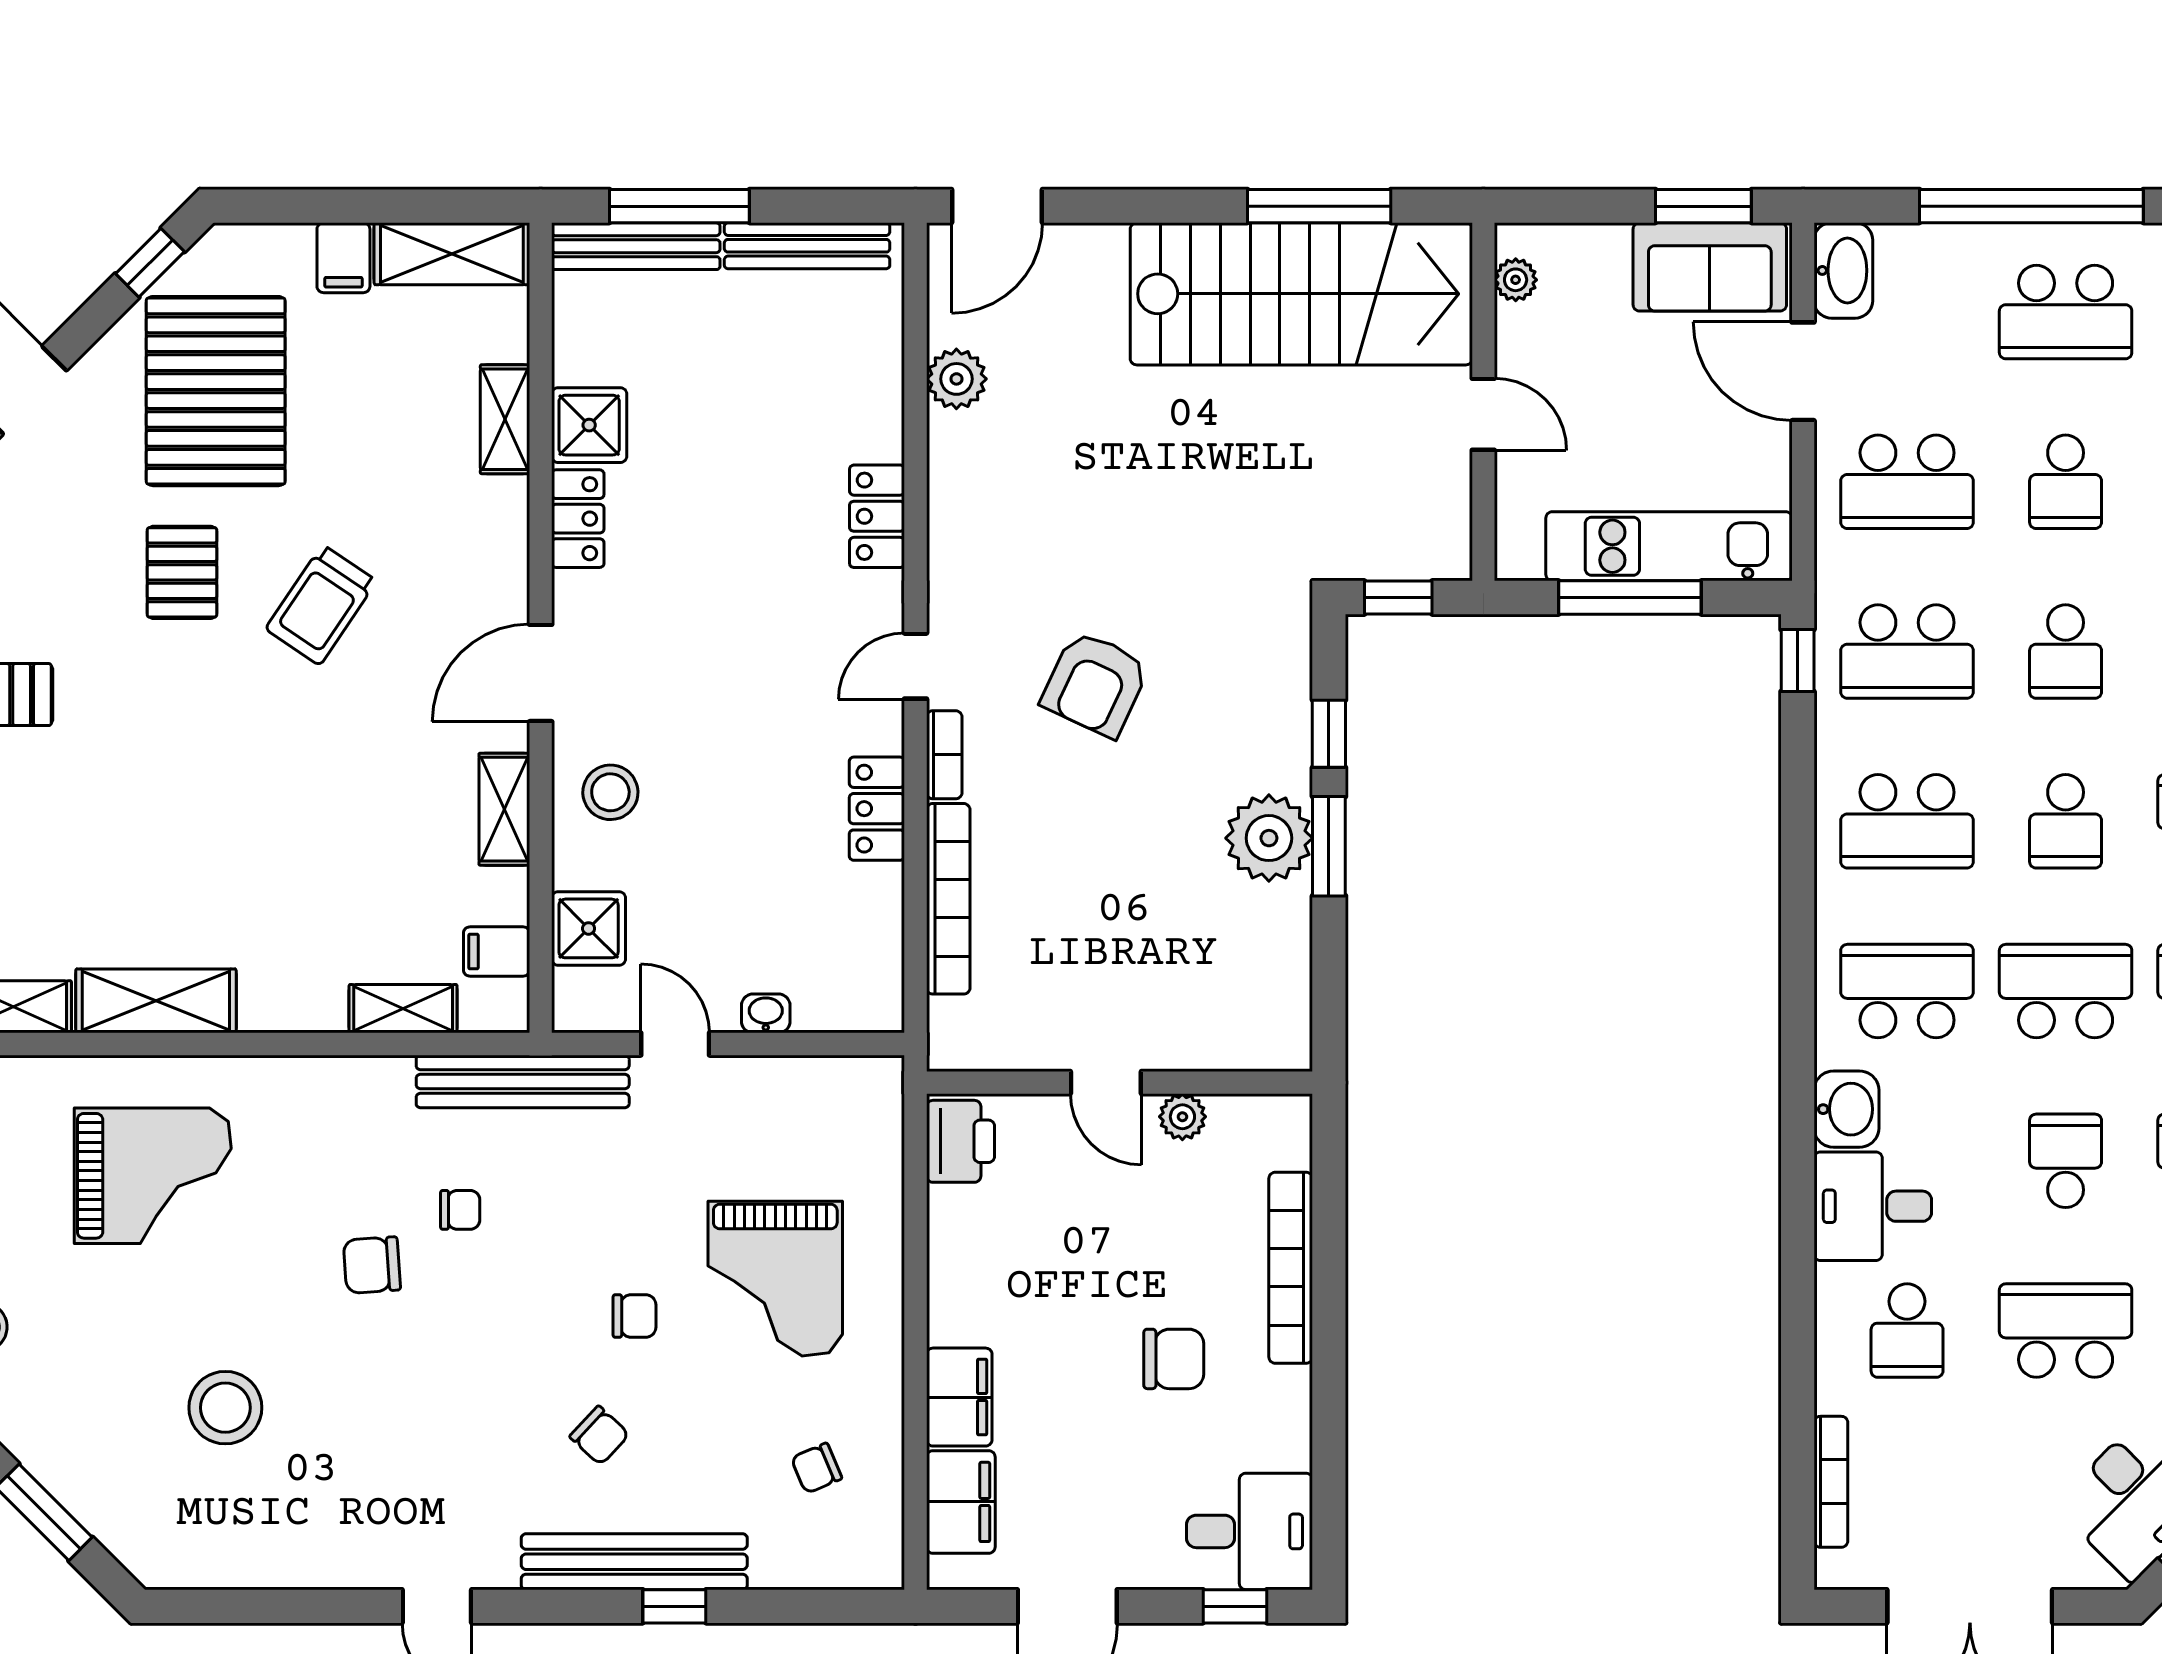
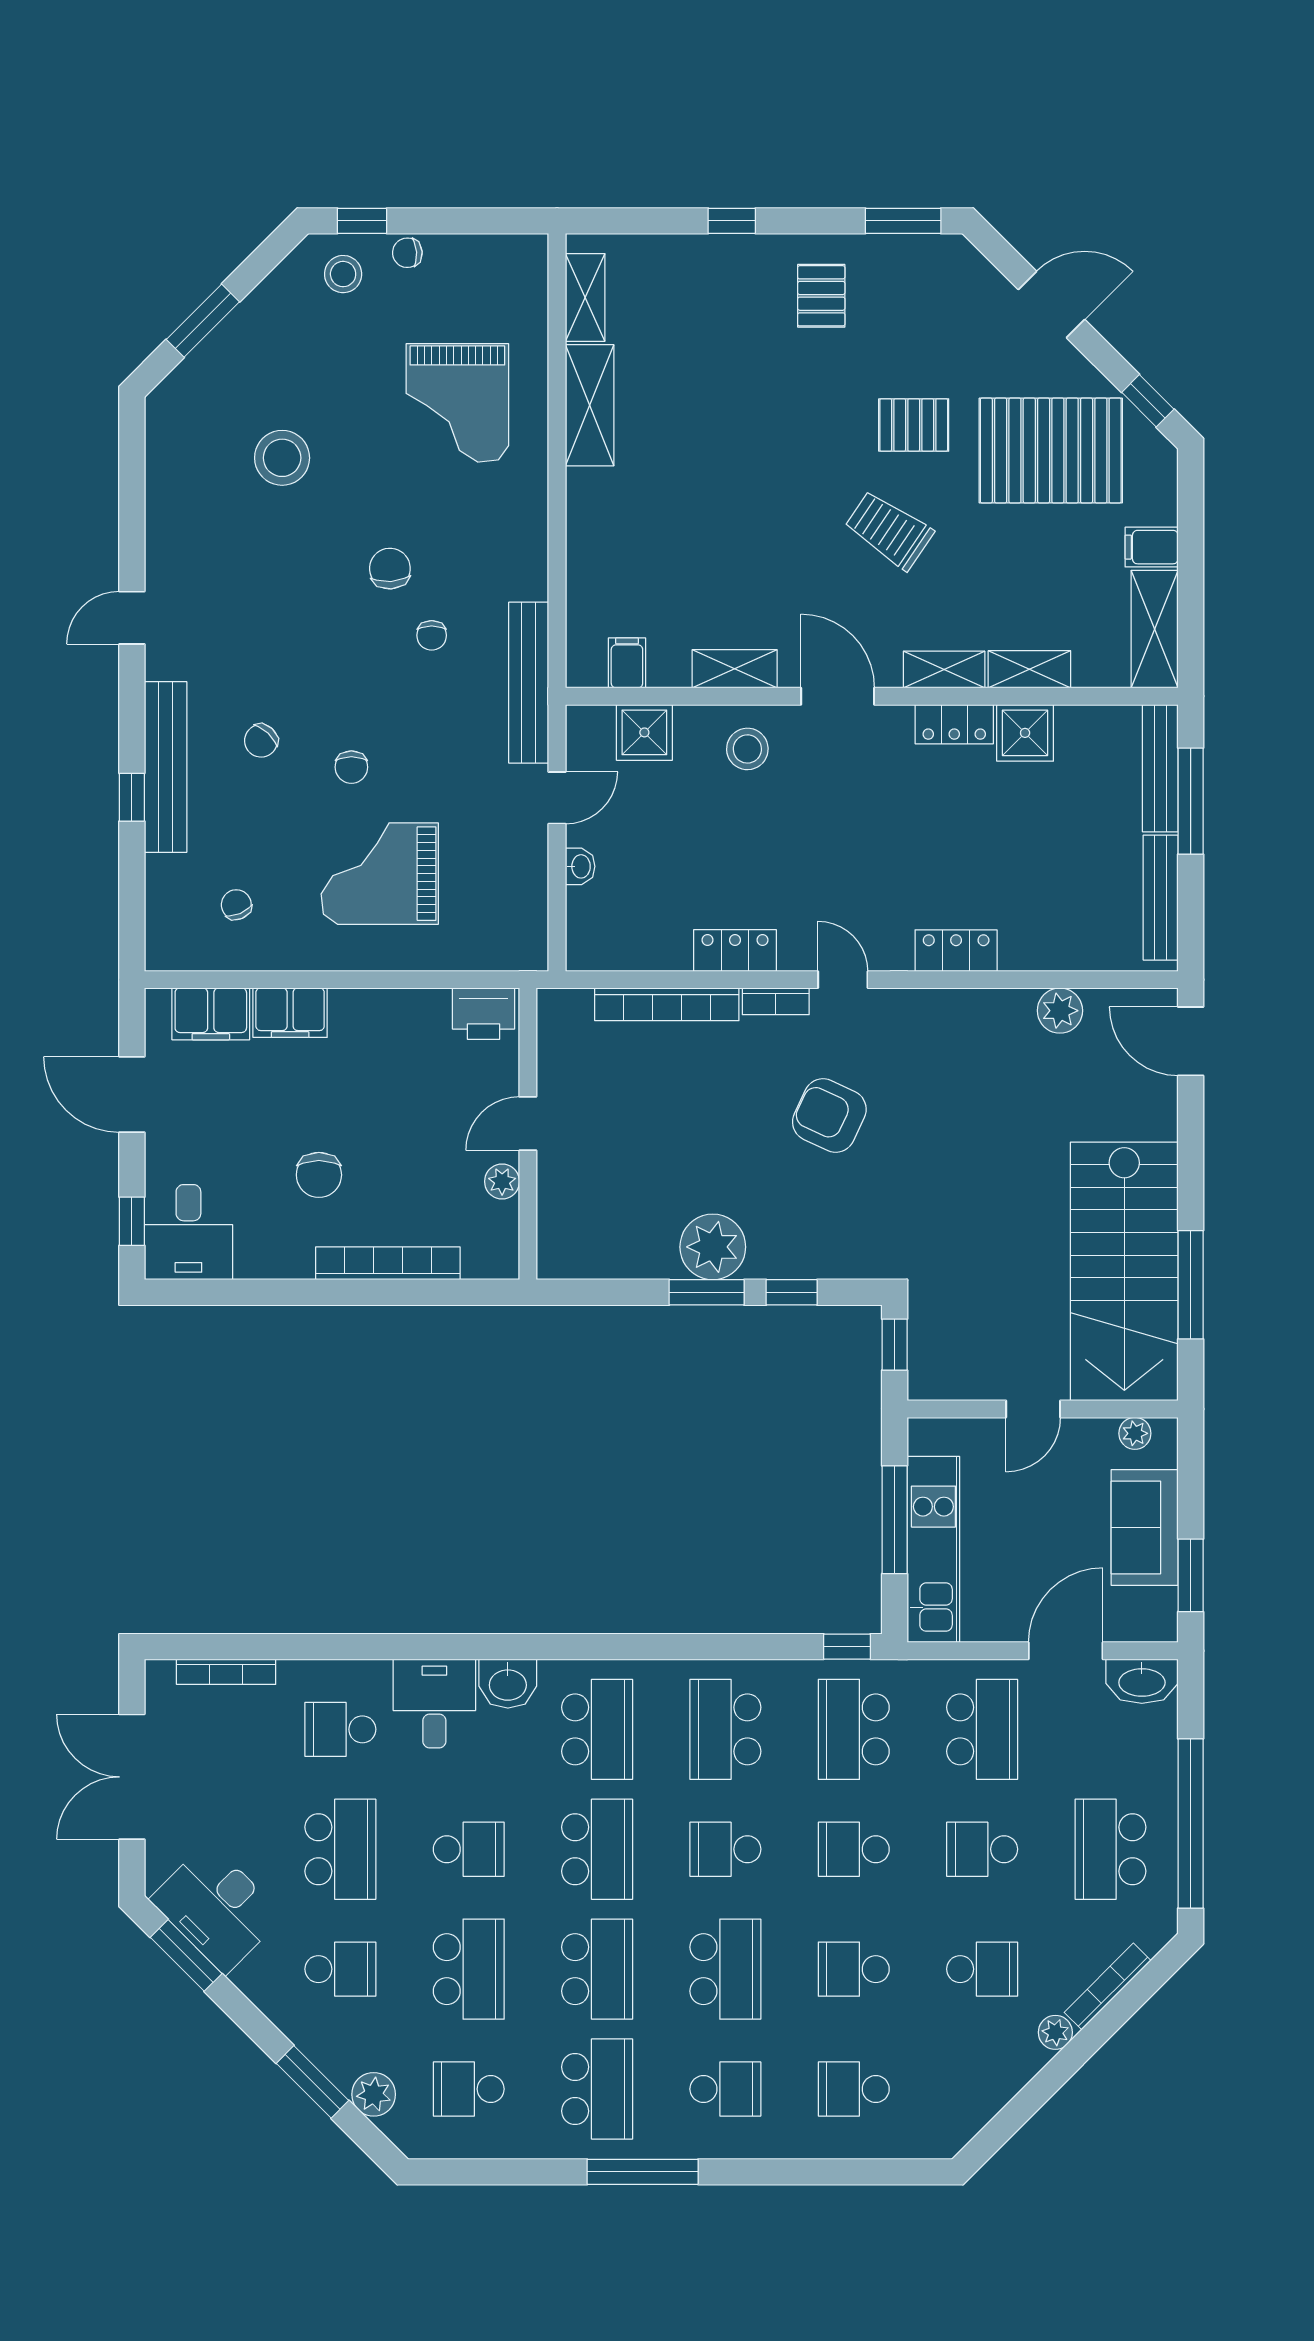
sofa: (1710, 267) -> (1145, 1527), moved
school desk: (1907, 482) -> (982, 1729), turned 180
shelving: (403, 1009) -> (944, 669), moved, turned 90

